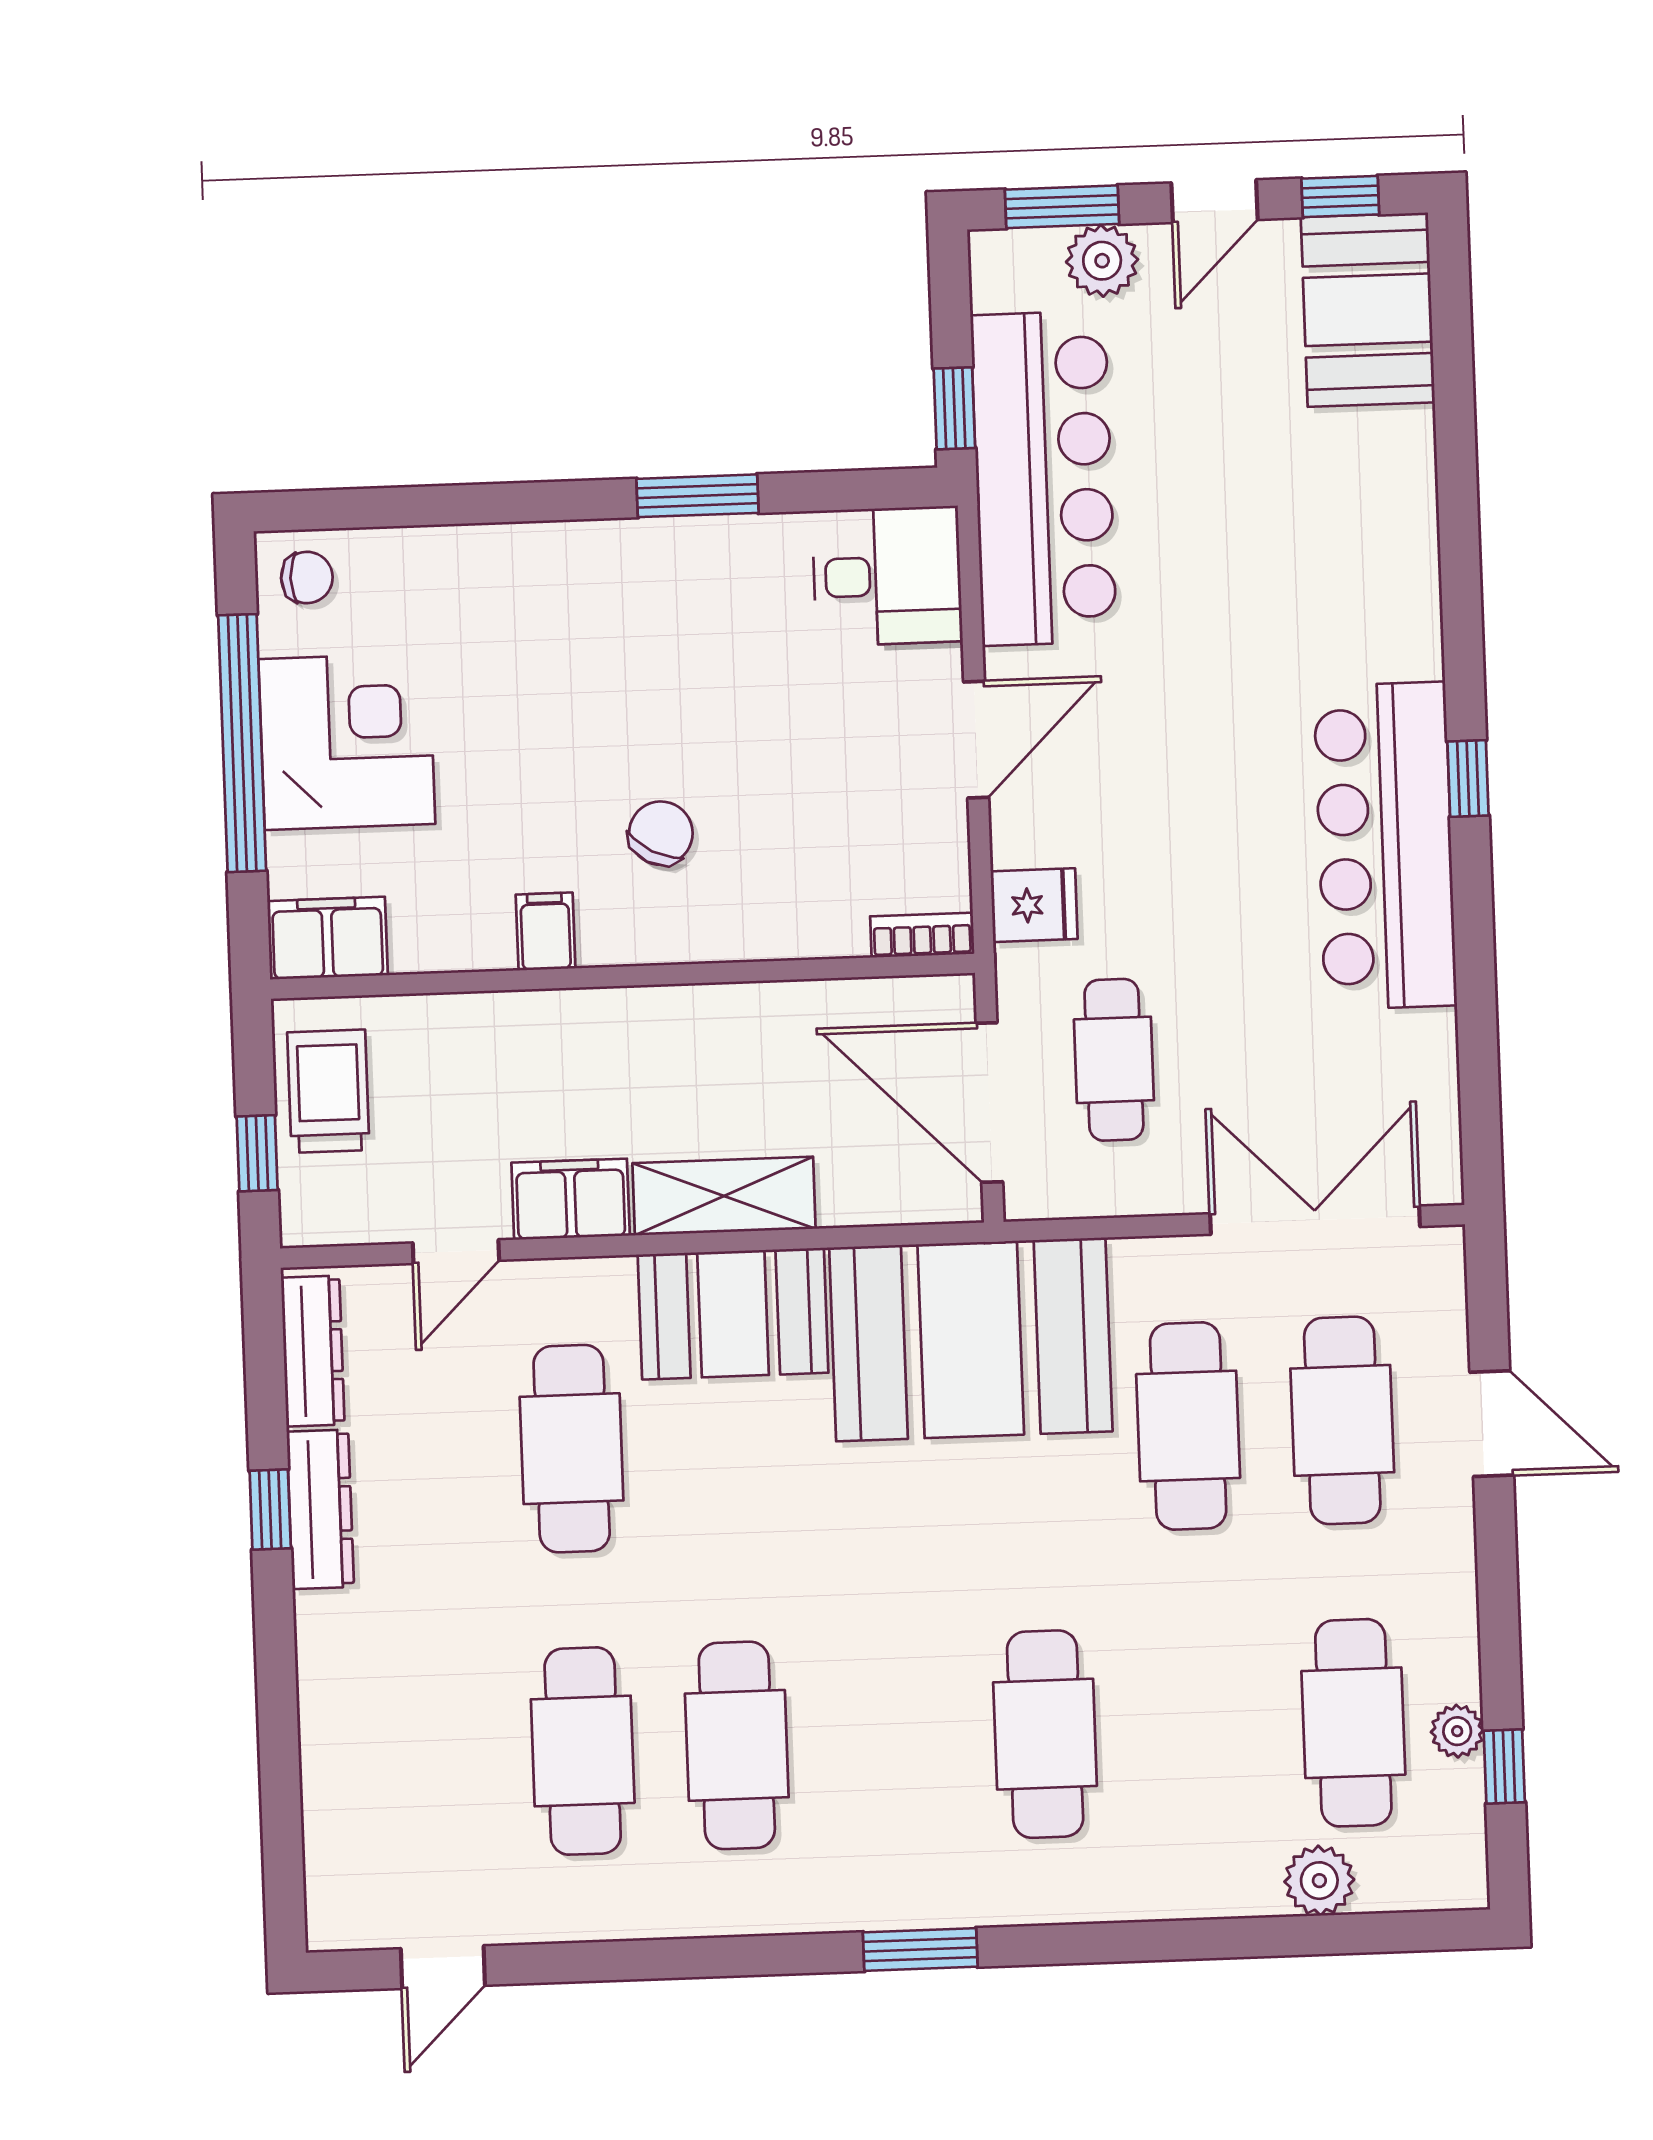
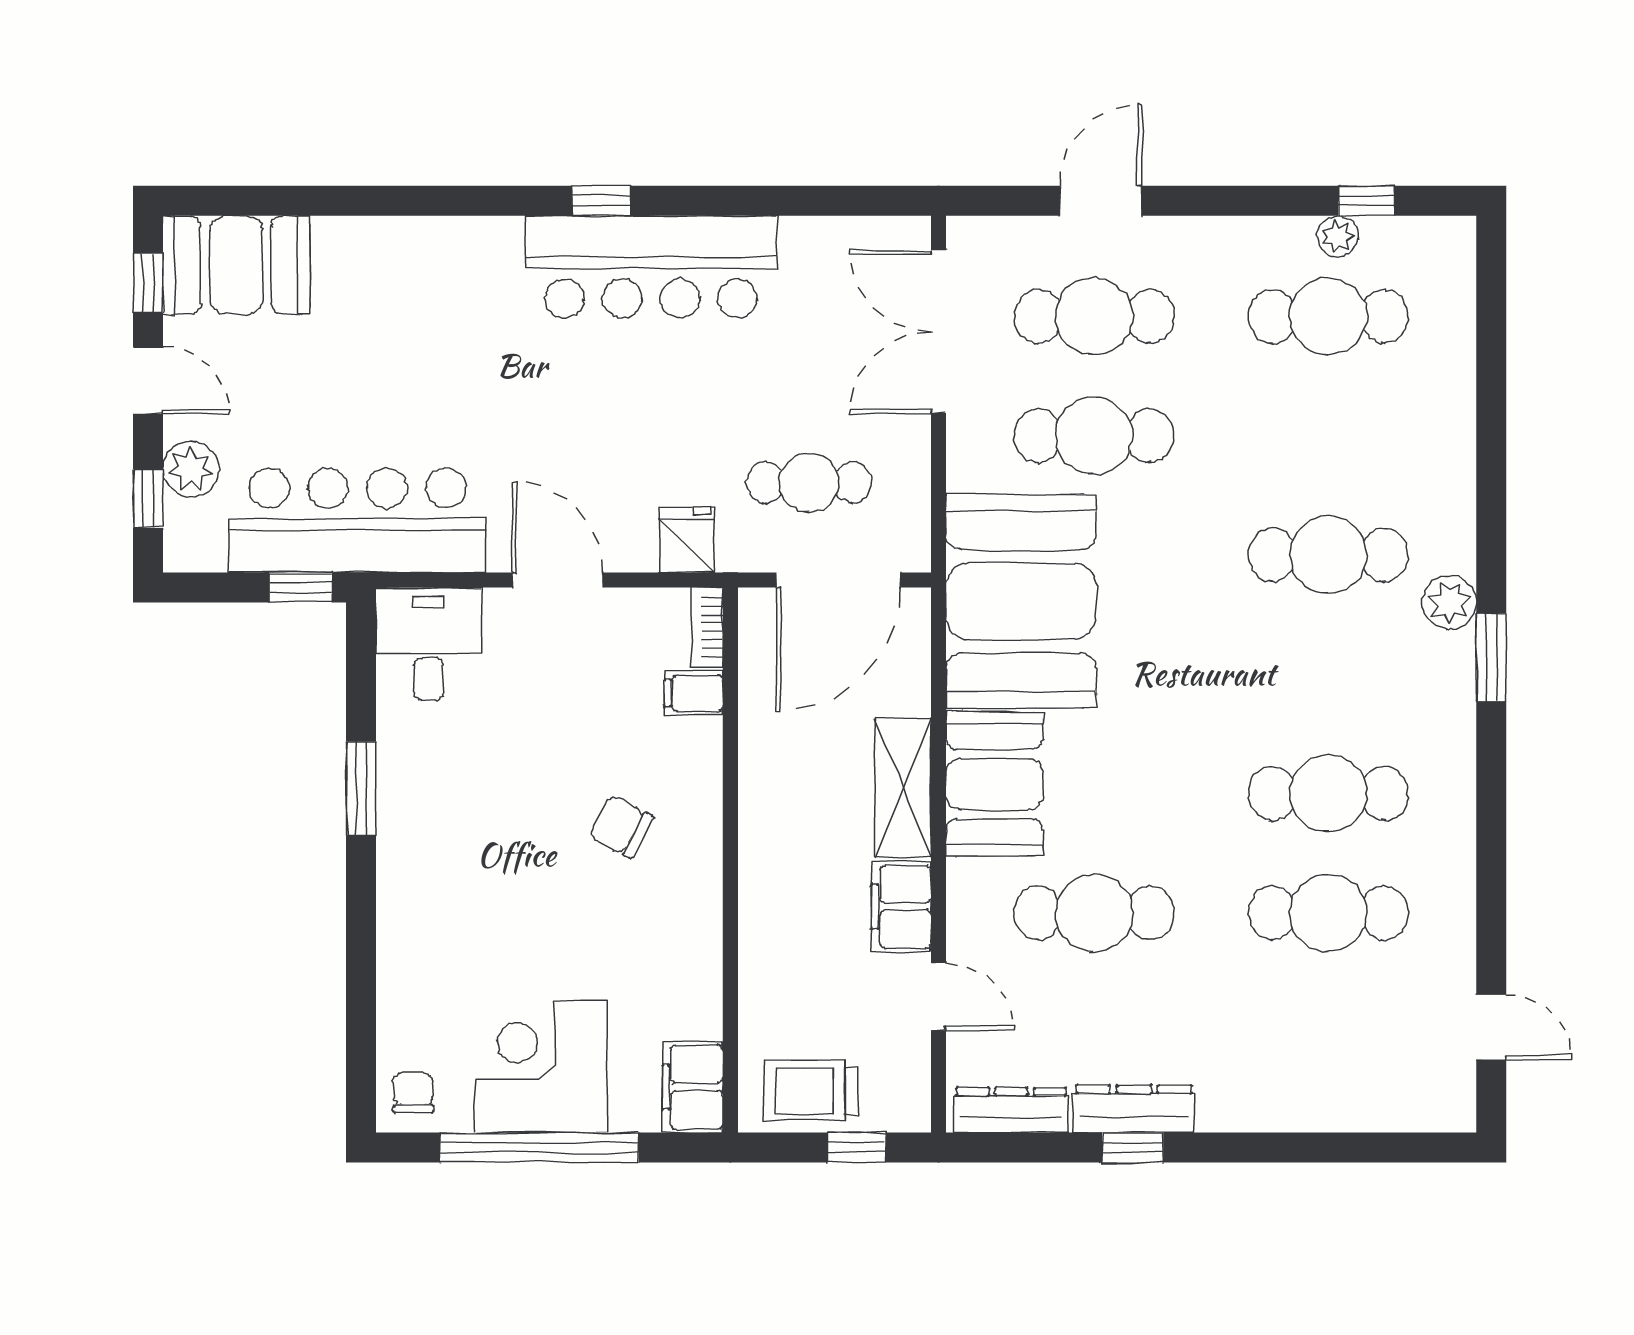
window: (1062, 207) -> (148, 498), width x0.67
filing cabinet: (546, 931) -> (694, 693), moved
plant: (1319, 1881) -> (1449, 603), moved

